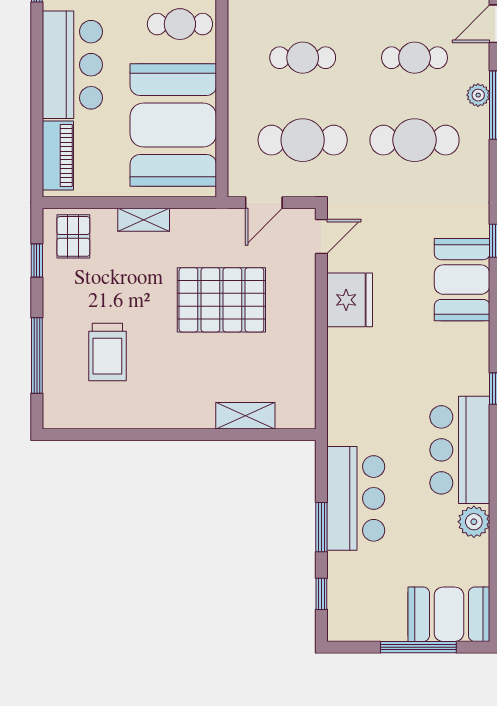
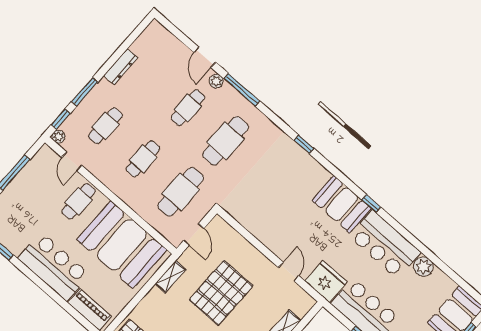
plant: (478, 95) -> (216, 81), moved
shelving: (144, 220) -> (170, 277), moved
door: (321, 237) -> (289, 272), moved
booth: (462, 280) -> (342, 204), moved
fridge: (350, 300) -> (326, 281), moved

